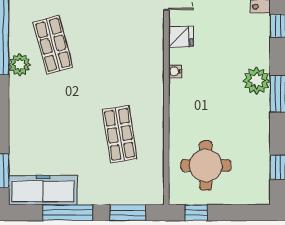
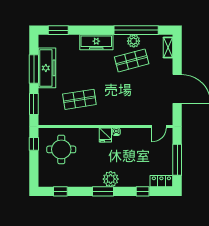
fridge: (181, 37) -> (105, 135), moved
plant: (20, 65) -> (134, 41), moved
freezer: (22, 105) -> (96, 42), added
freezer: (43, 190) -> (47, 68), moved

